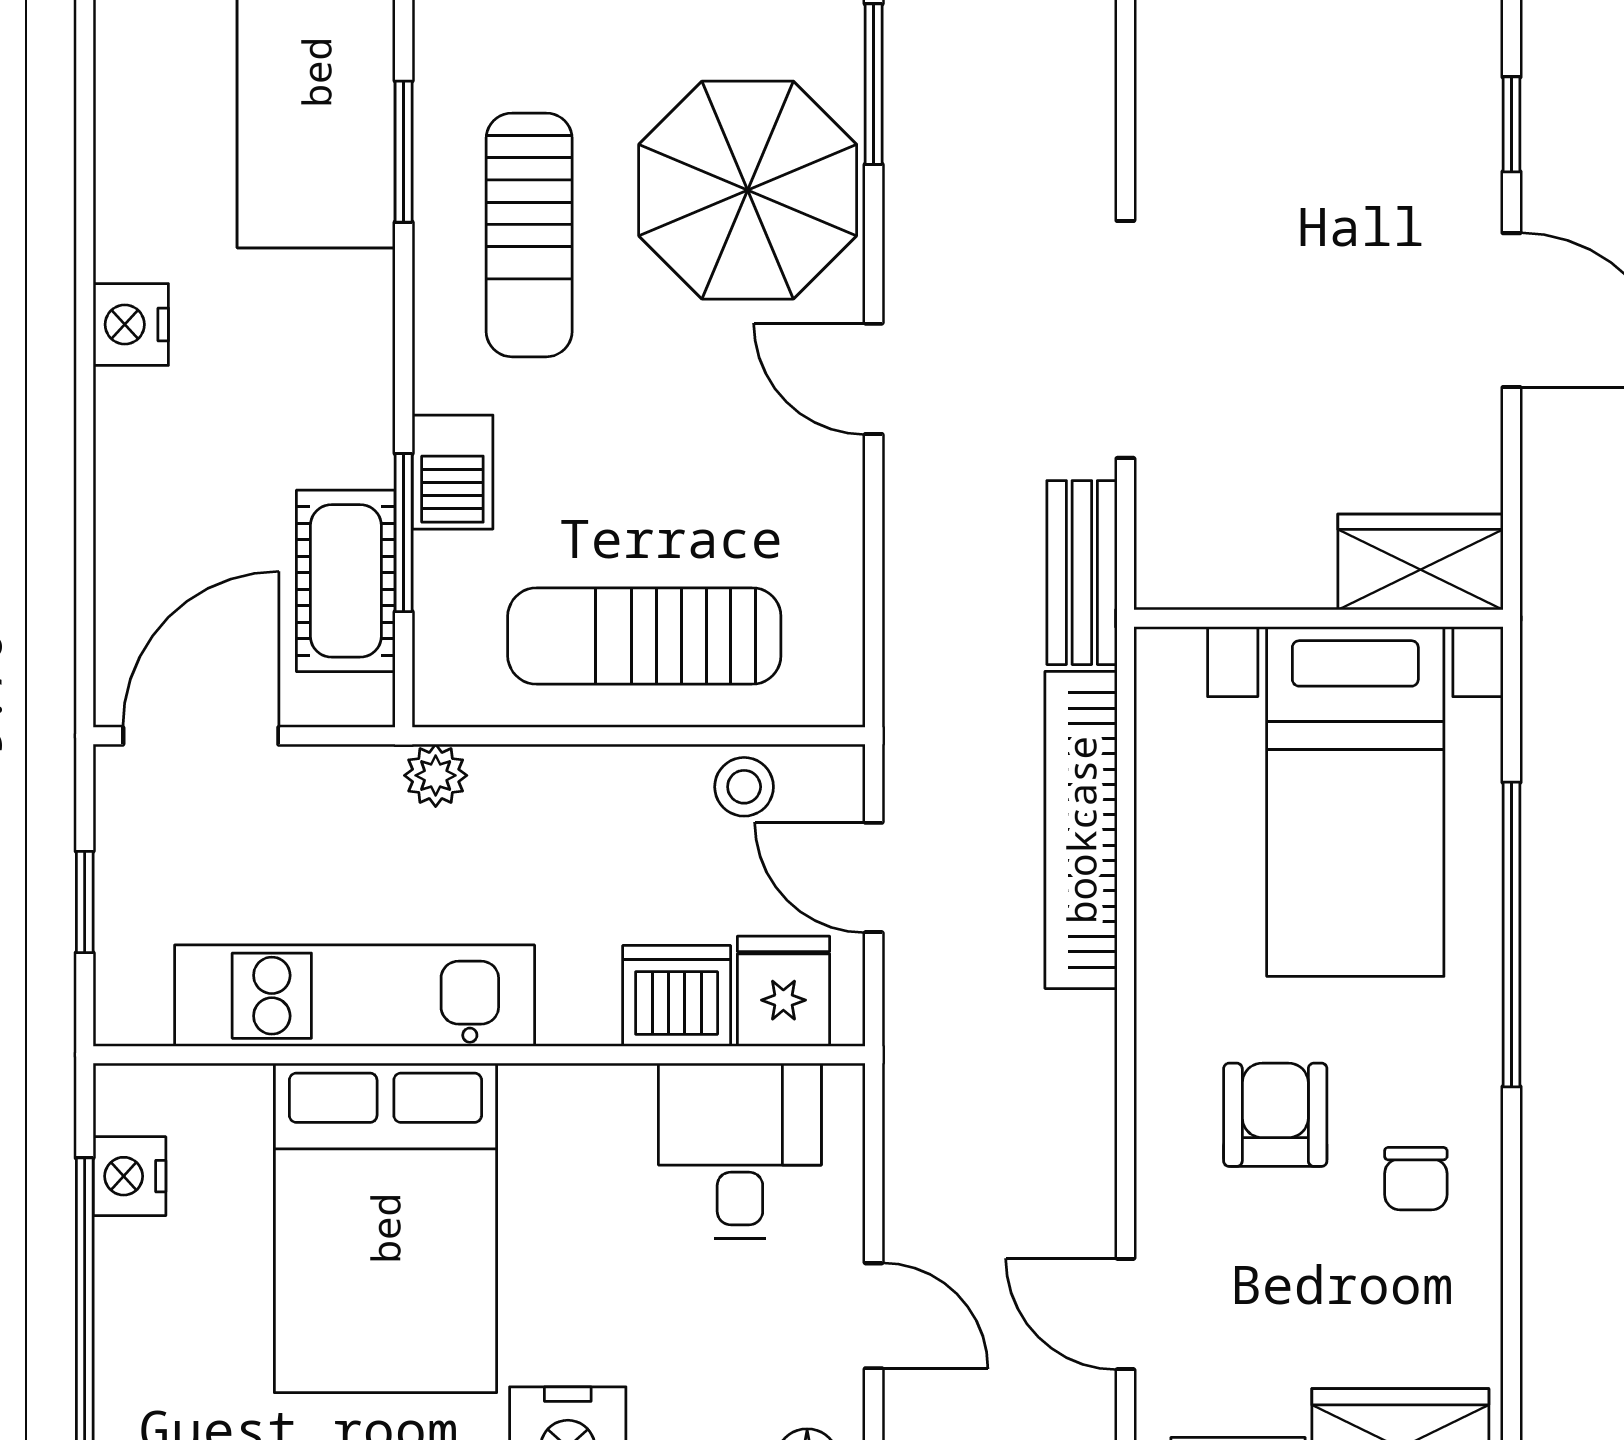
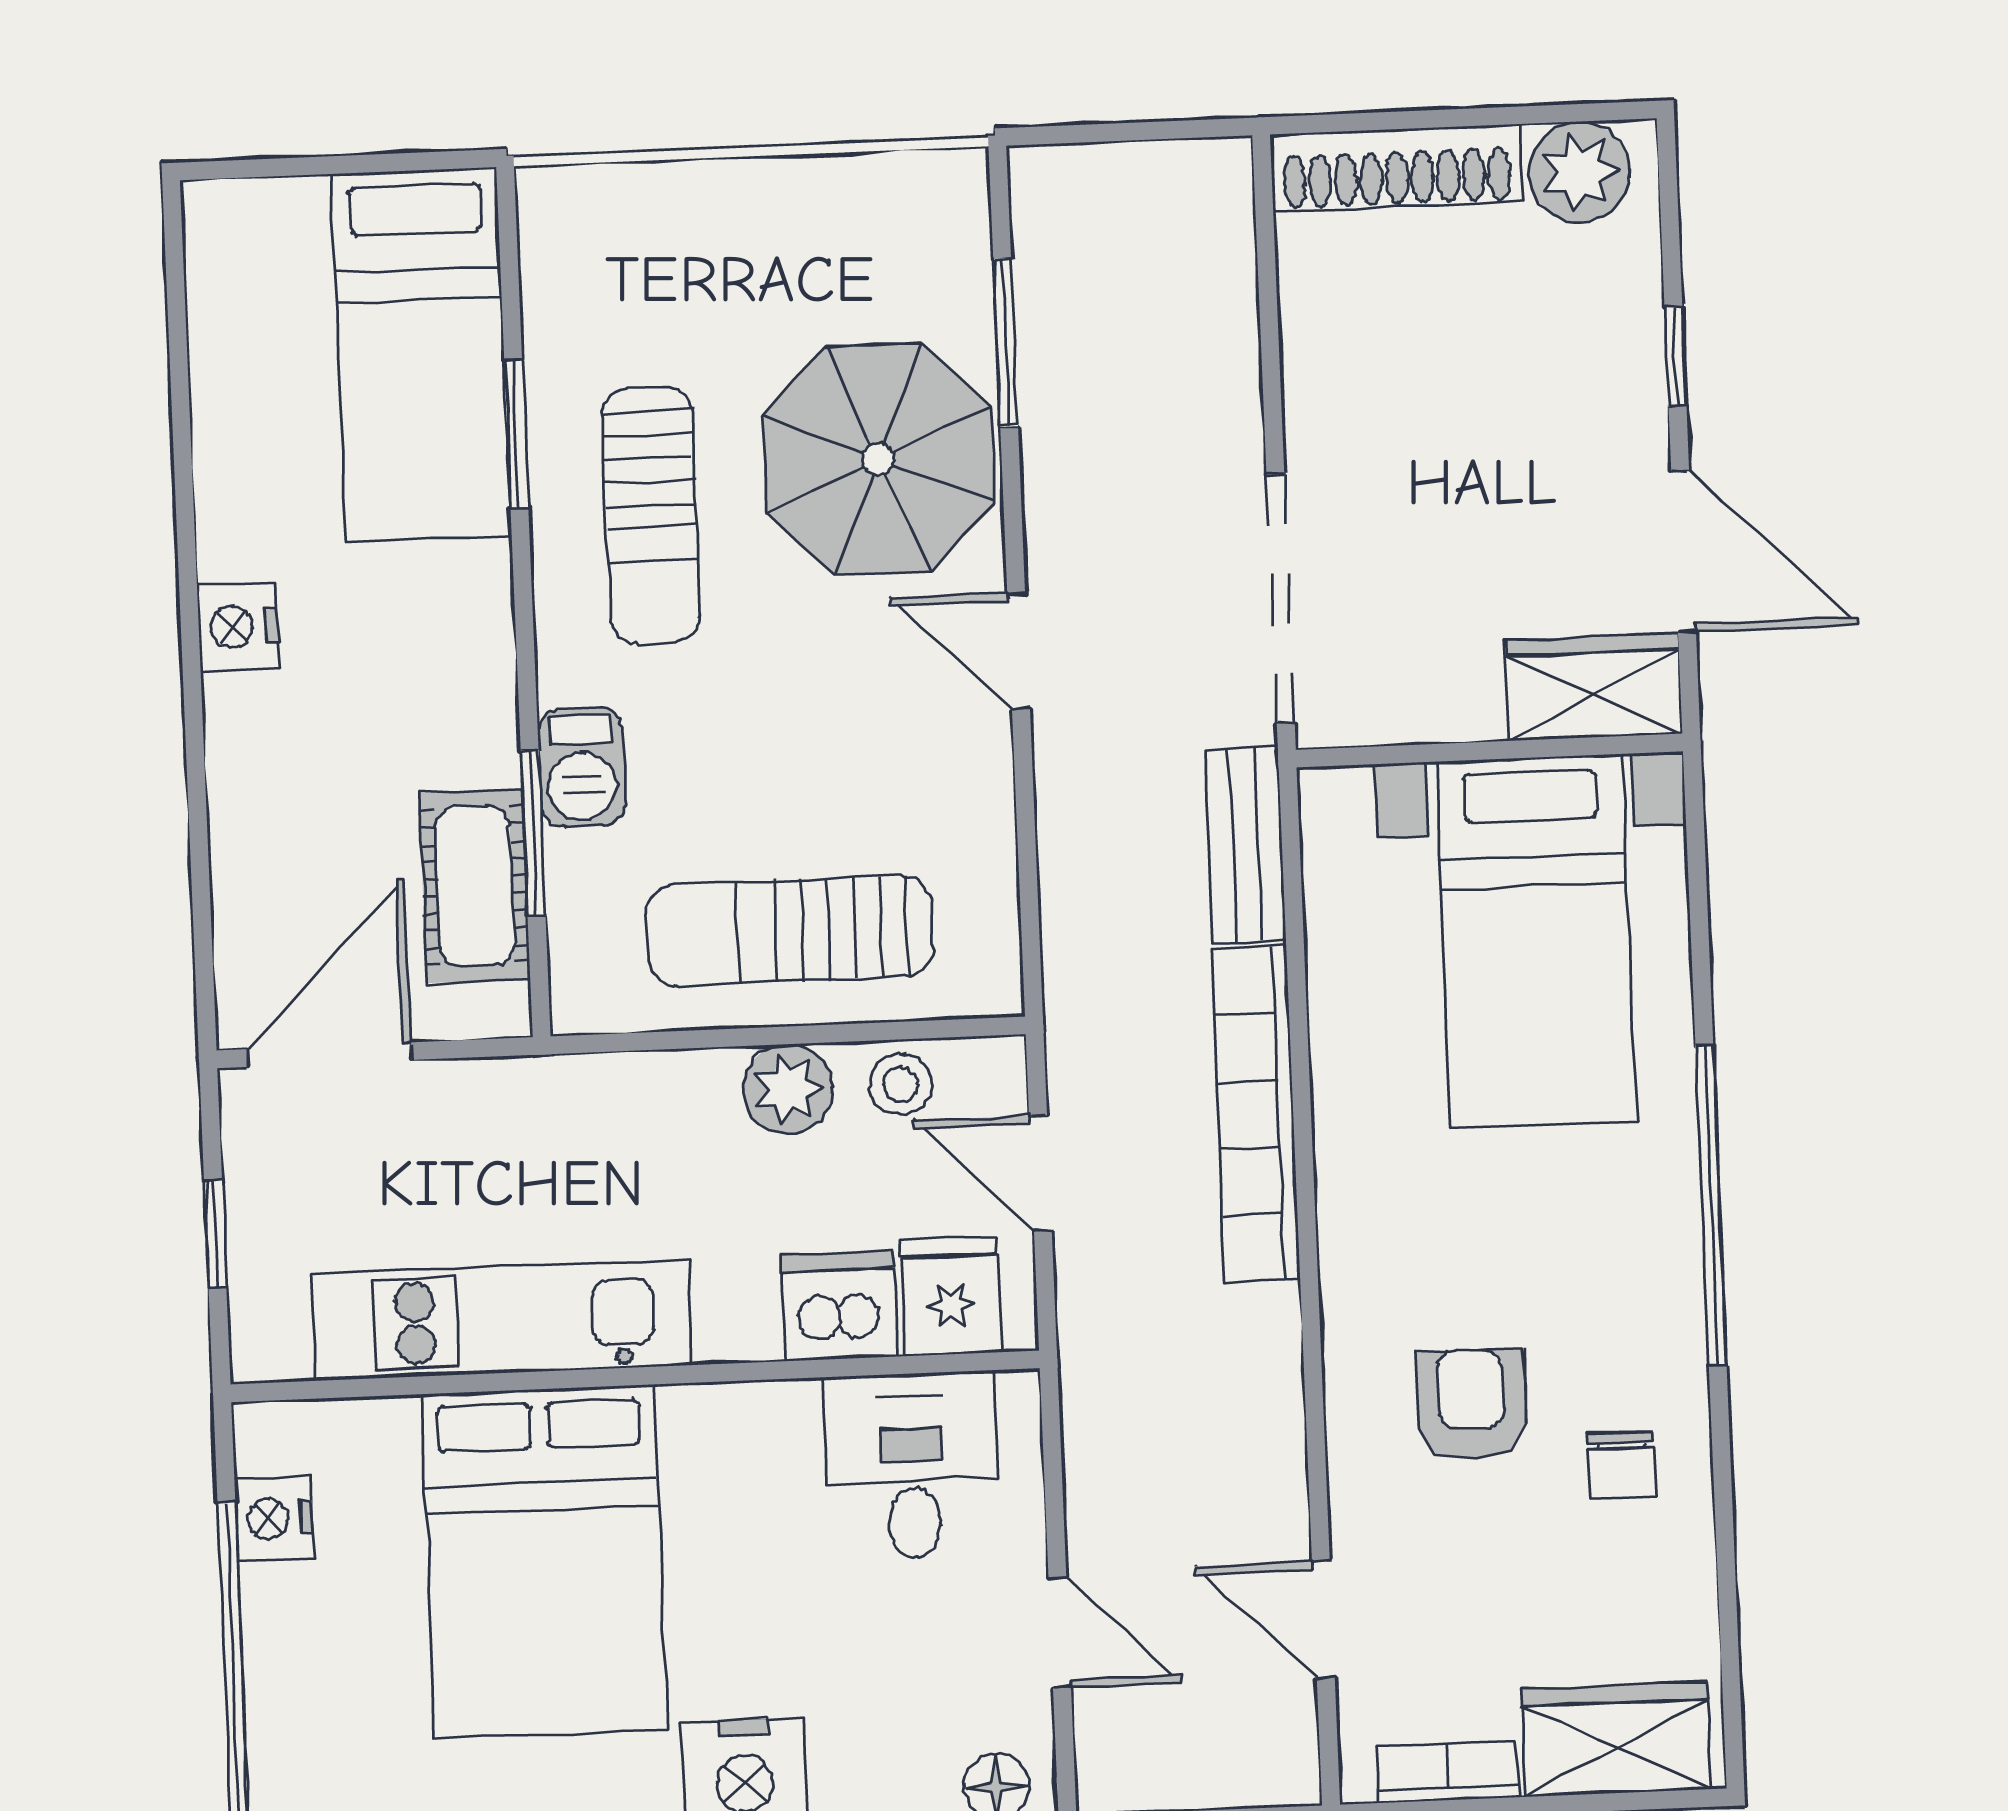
wardrobe: (1420, 562) -> (1594, 687), moved
wall: (1318, 618) -> (1489, 751), moved
plant: (436, 775) -> (788, 1089), moved, width x1.38, depth x1.38
bed with nightstands: (1355, 802) -> (1536, 941), moved

